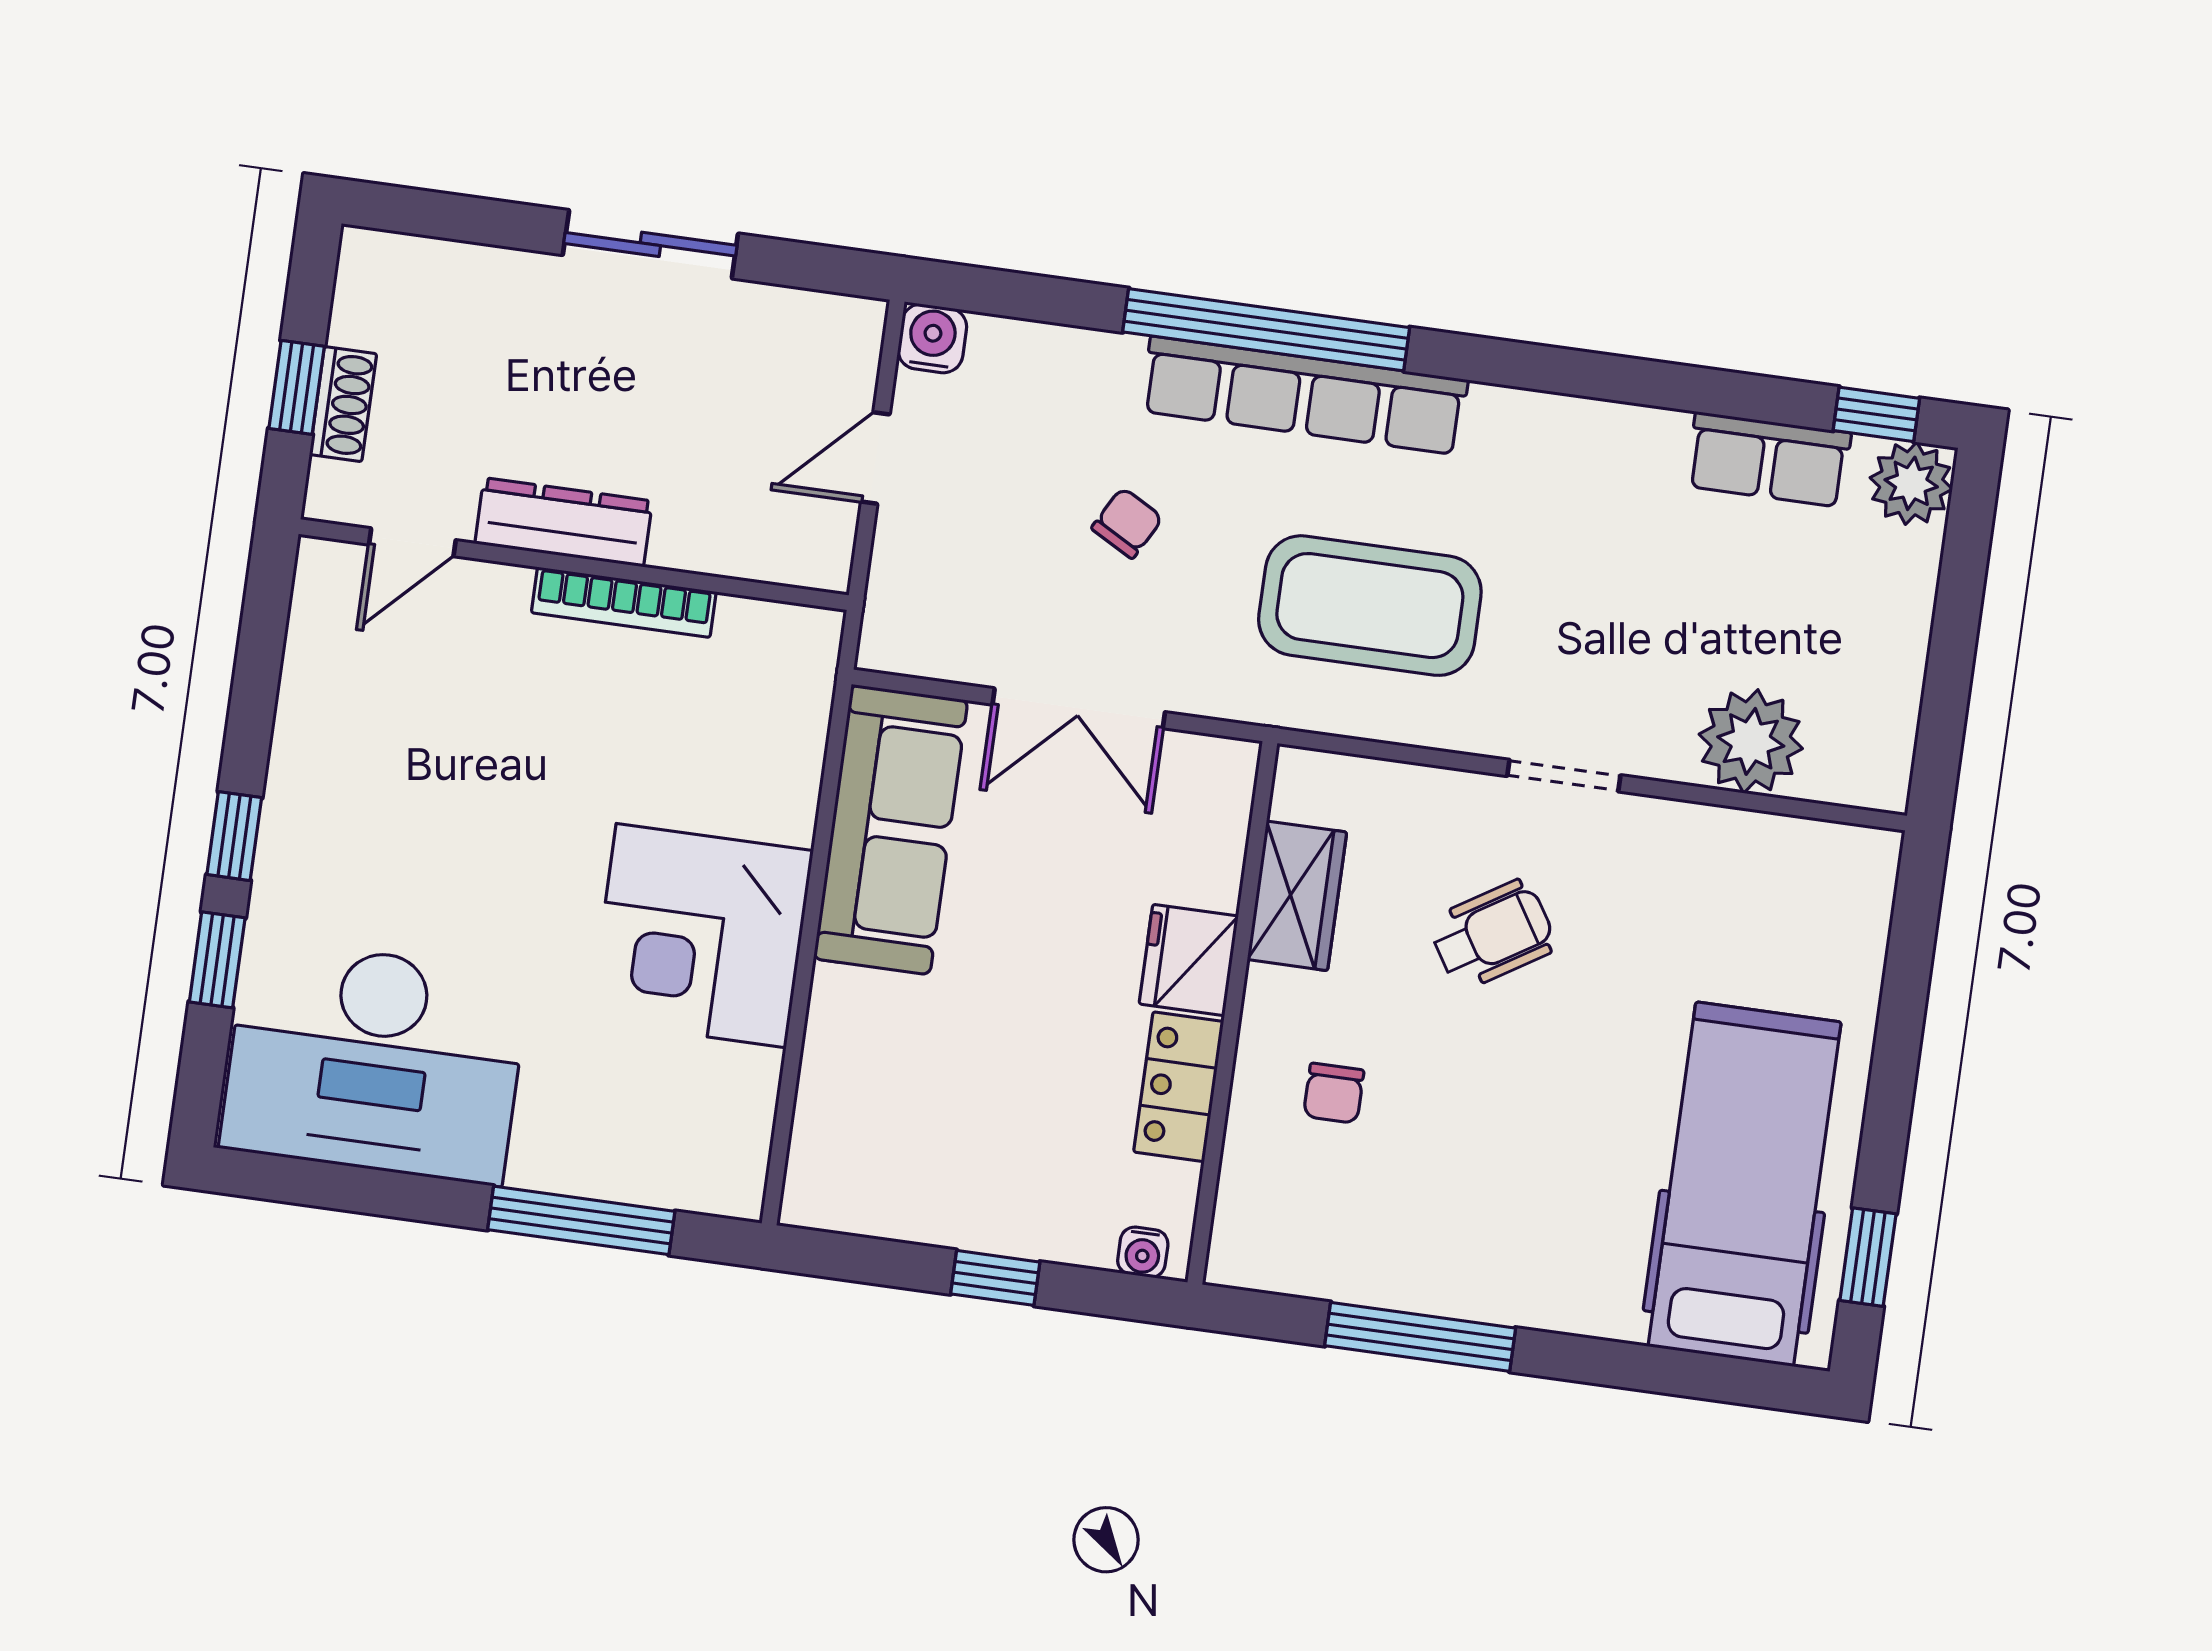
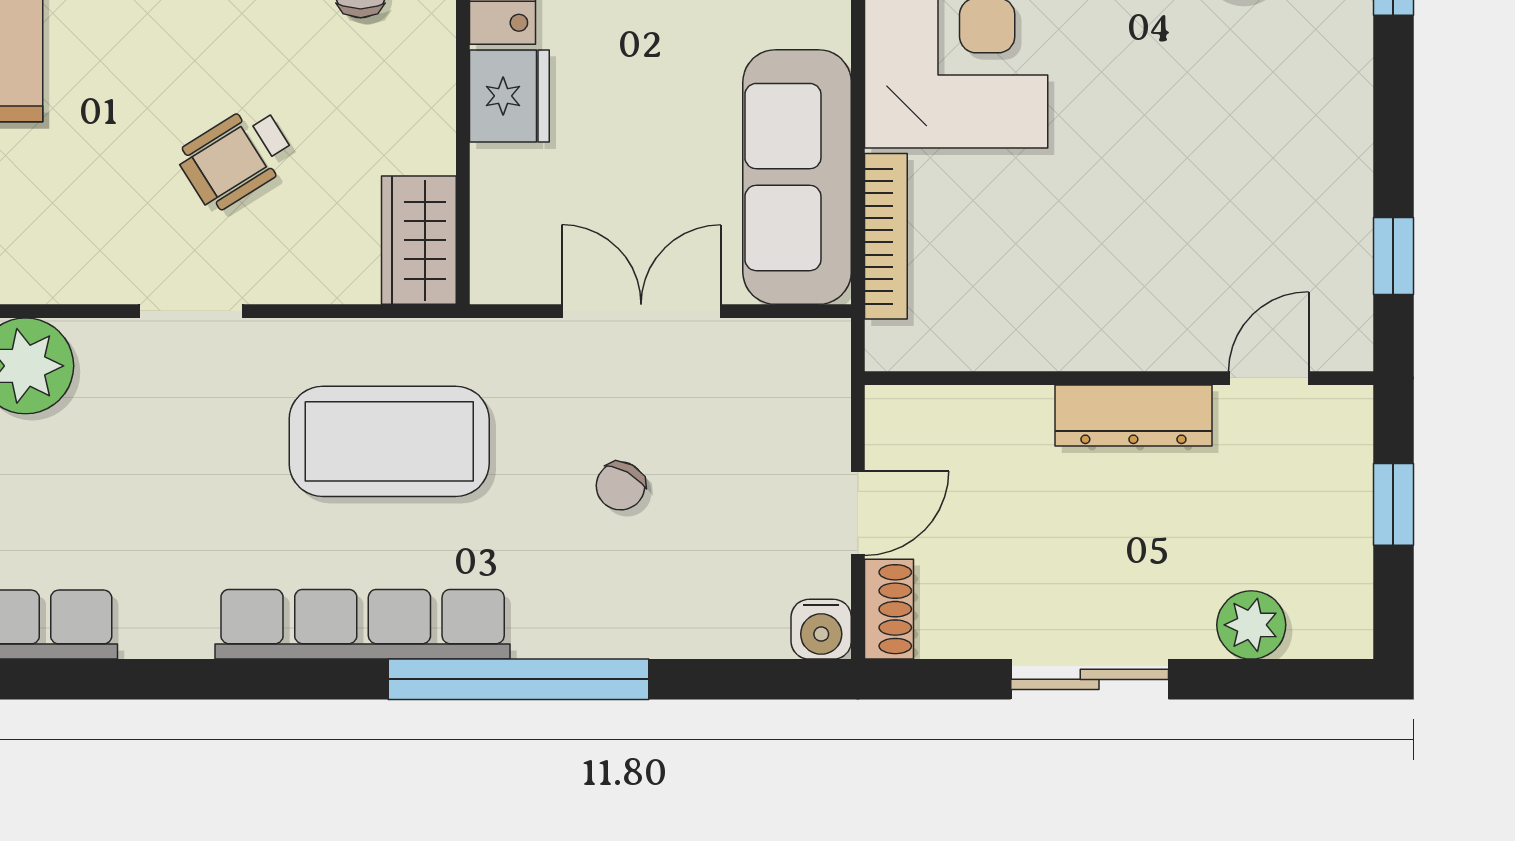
plant: (468, 279) -> (1251, 625), added
row of seats: (1304, 395) -> (363, 624), moved
shoe rack: (343, 404) -> (889, 609), moved, turned 180
bookcase: (624, 602) -> (886, 236), moved, turned 90
window: (234, 836) -> (1393, 256), moved
wardrobe: (1297, 896) -> (419, 240), moved

